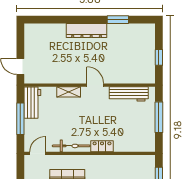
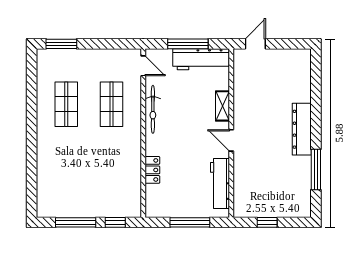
window: (118, 20) -> (316, 170), width x1.44
door: (95, 85) -> (231, 140), swing flipped
workbench: (32, 103) -> (201, 59), width x1.38
locker: (102, 146) -> (152, 170), moved

